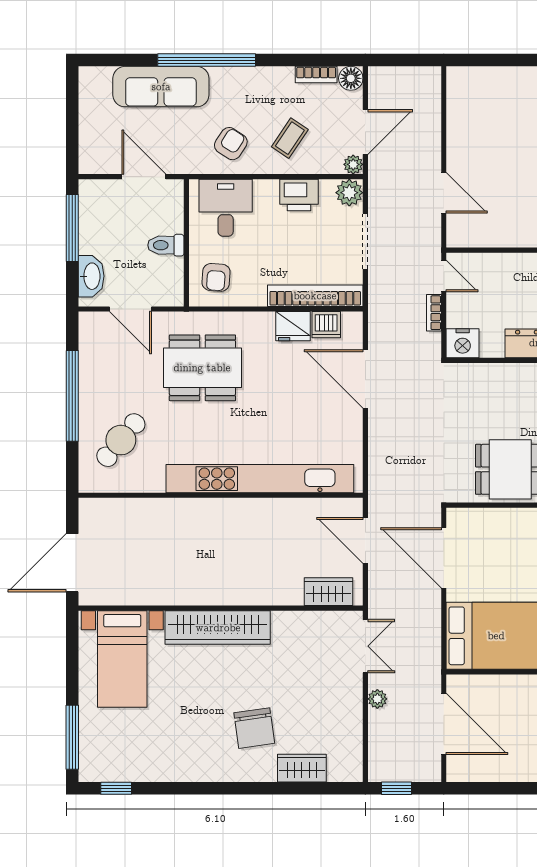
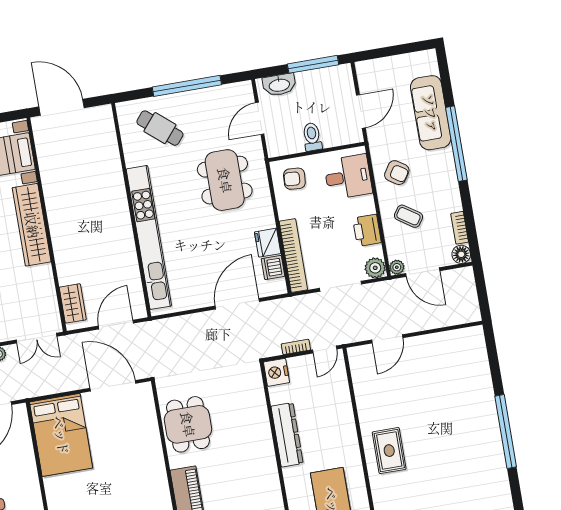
door: (444, 558) -> (113, 386), hinge flipped

